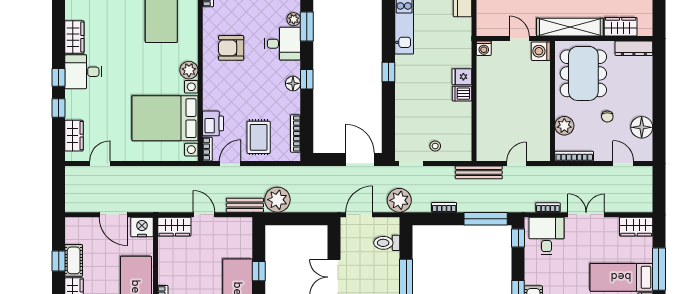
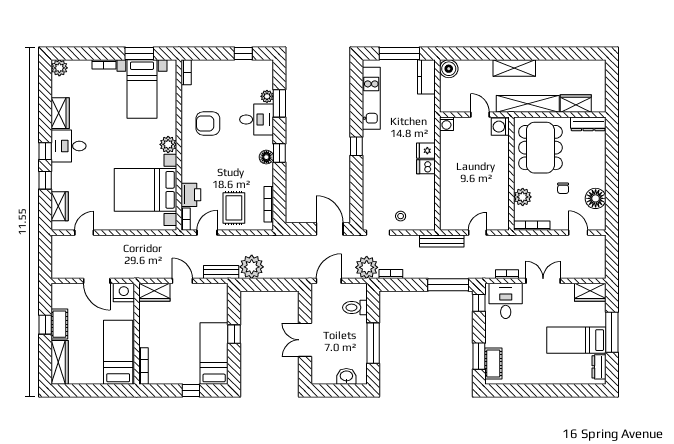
bookcase: (444, 207) -> (391, 274), moved

